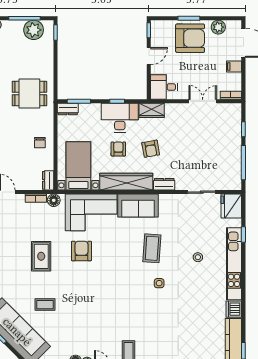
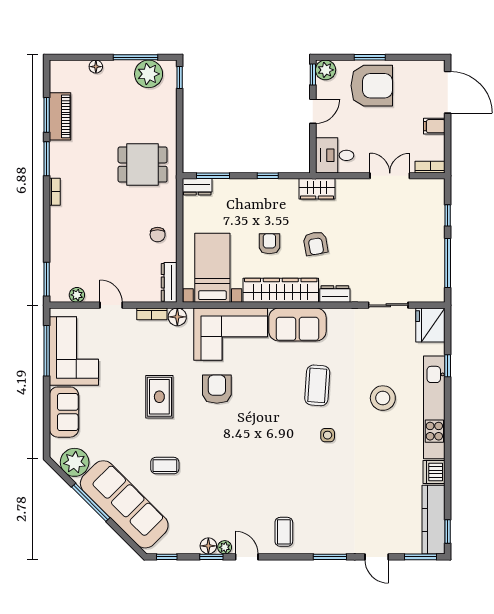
plant: (218, 27) -> (326, 70), moved
desk: (120, 118) -> (271, 199), removed
dresser: (48, 180) -> (169, 282), width x1.44
stool: (198, 257) -> (383, 398), width x1.89, depth x1.89

